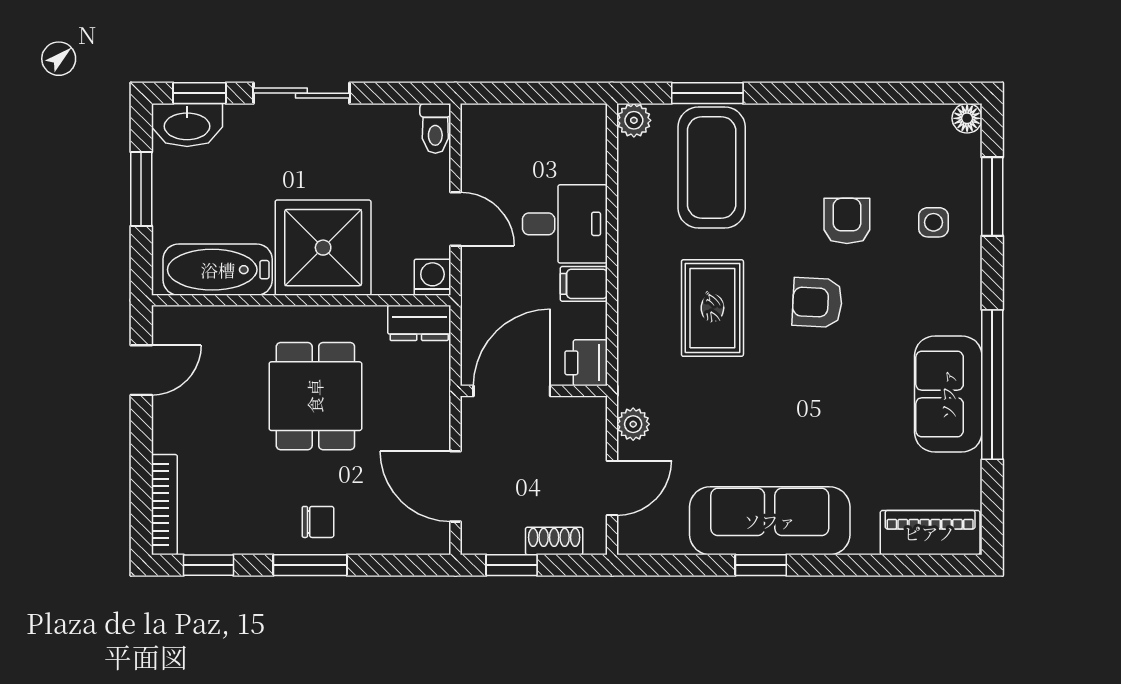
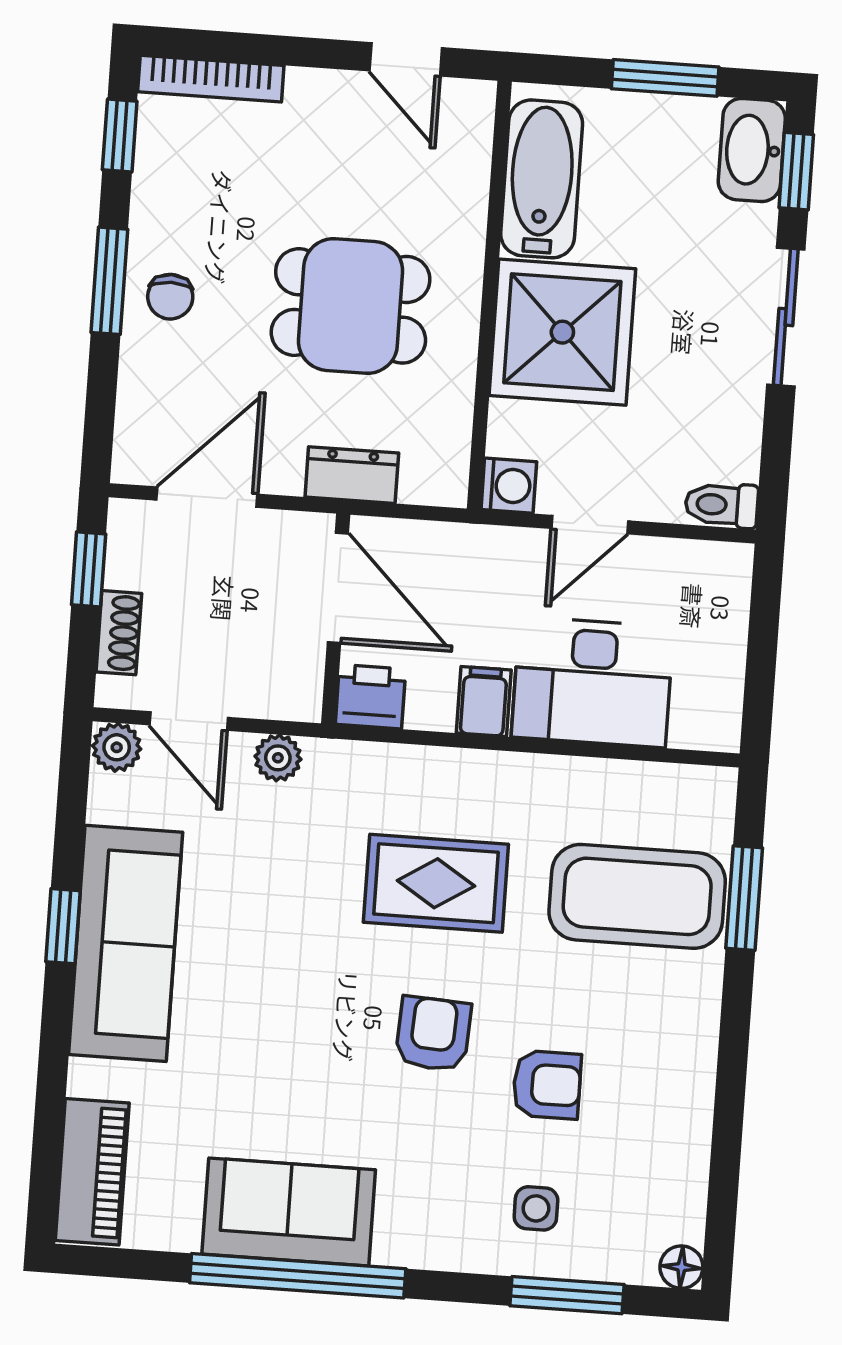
plant: (634, 120) -> (117, 747), moved
desk: (565, 224) -> (592, 682), width x1.37
dresser: (419, 323) -> (352, 475), moved, turned 90

